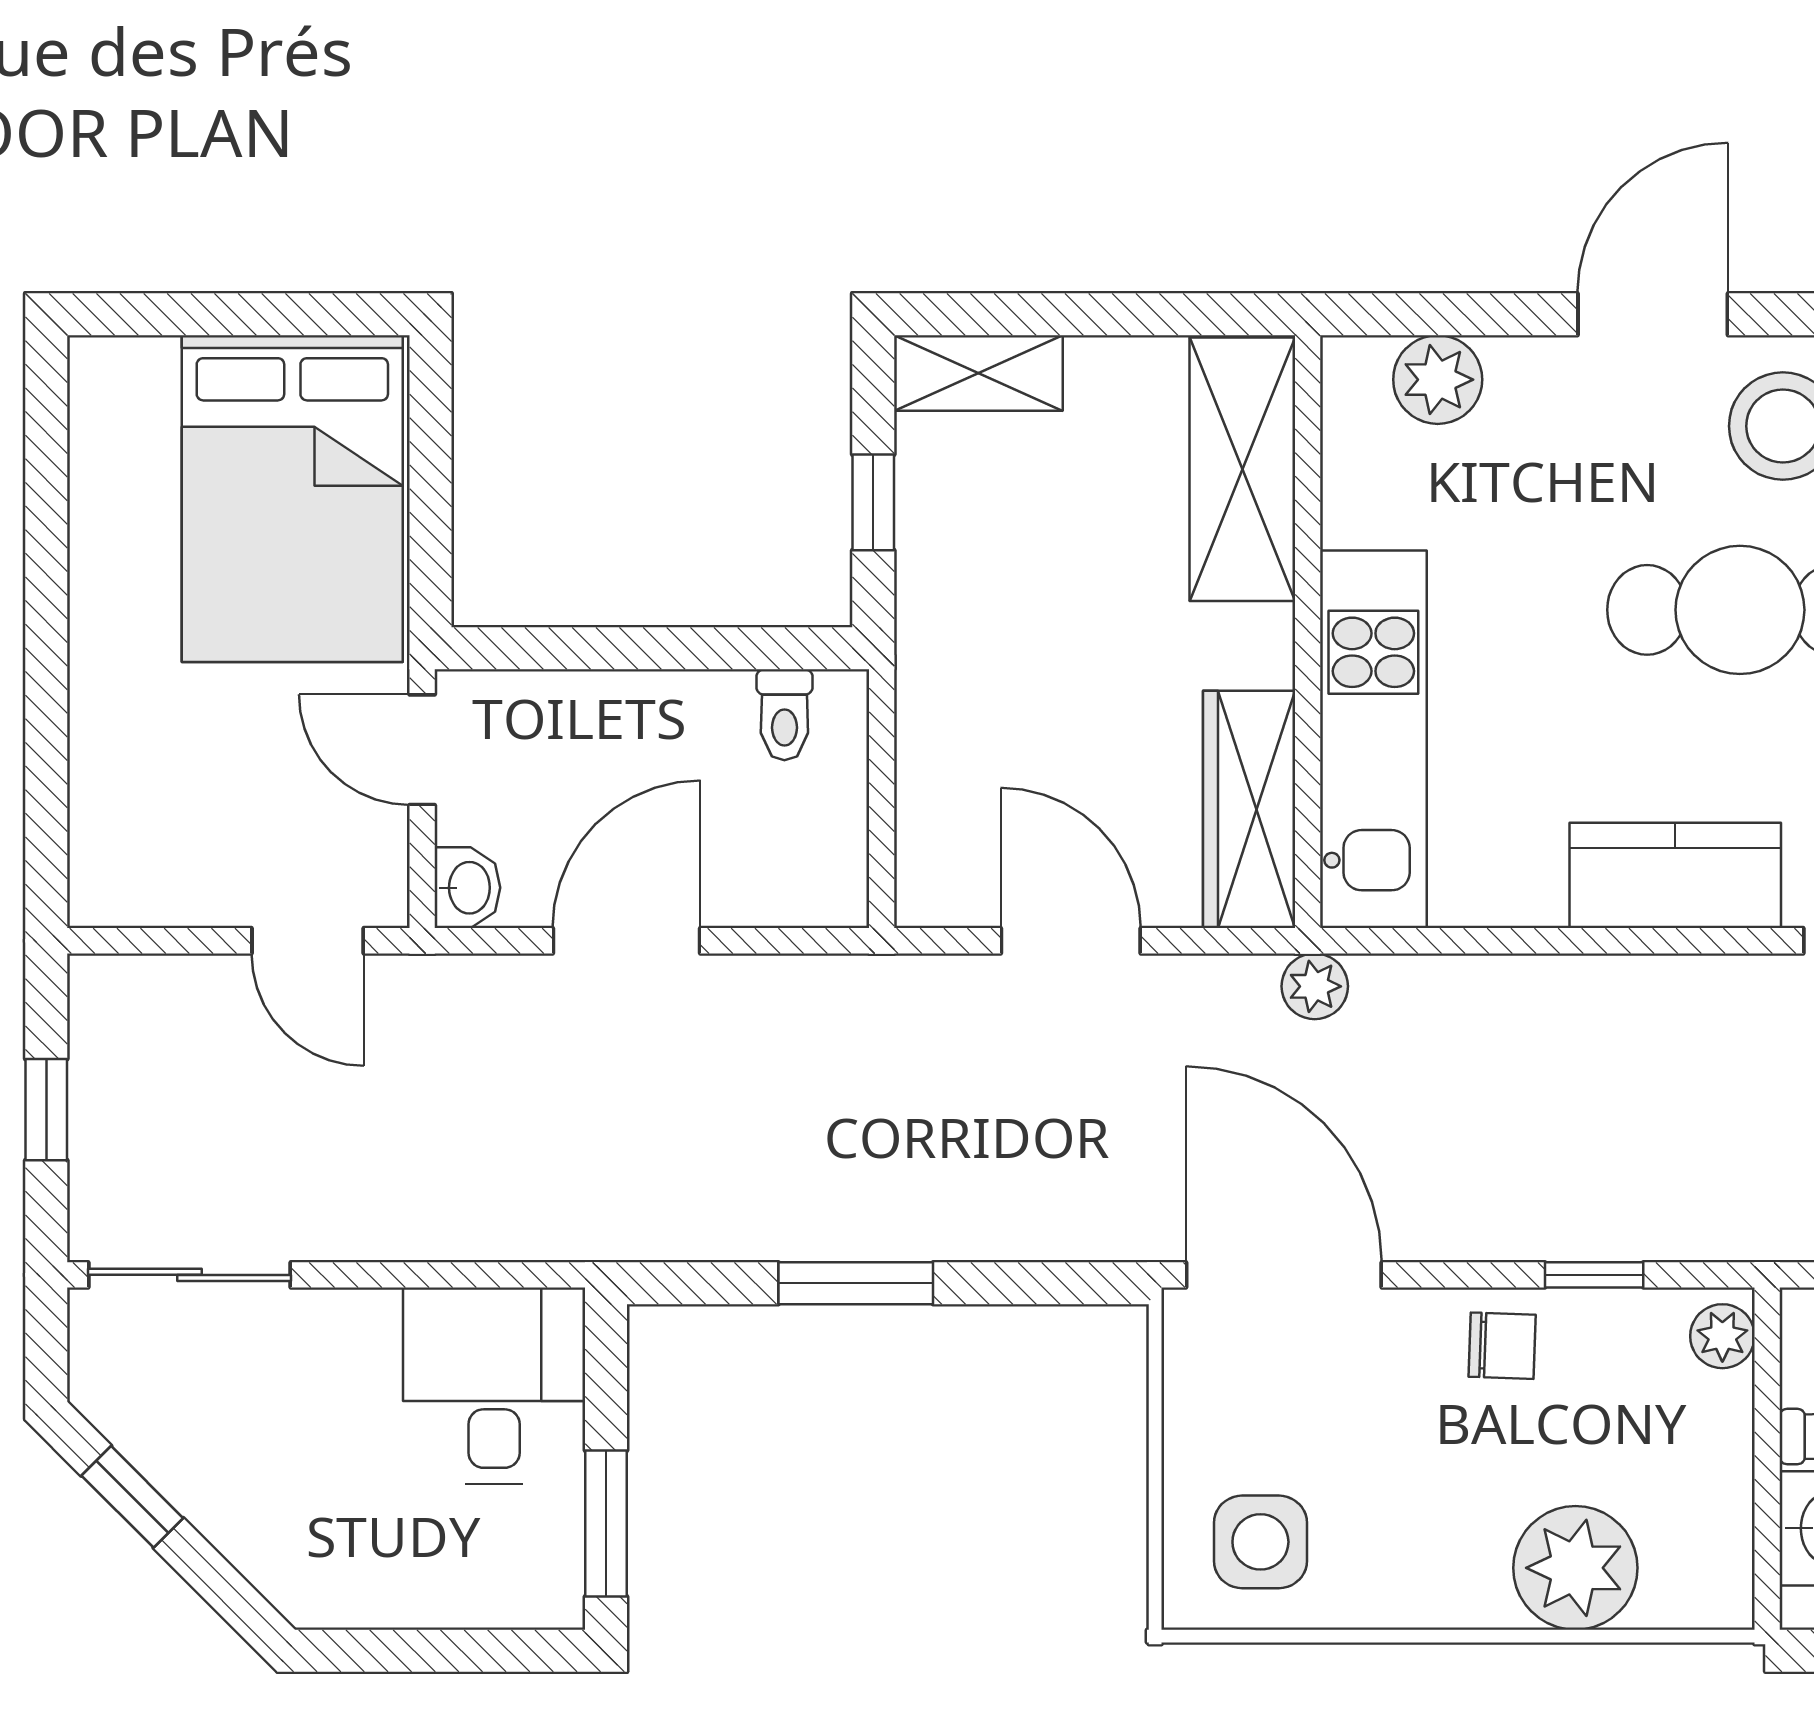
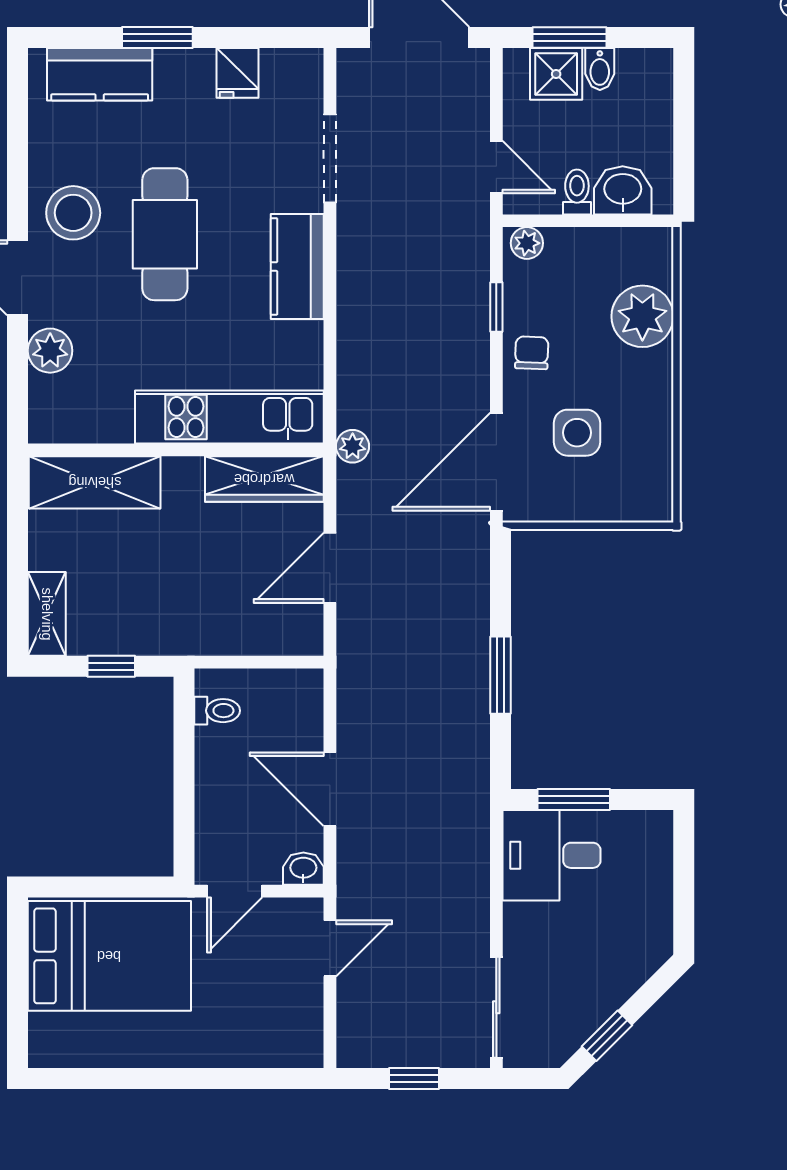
plant: (1438, 380) -> (50, 351), moved
window: (606, 1524) -> (574, 800), moved
side table: (1260, 1542) -> (577, 433), moved

